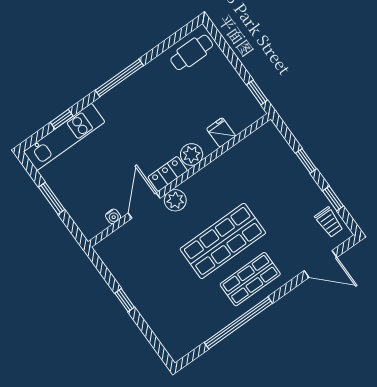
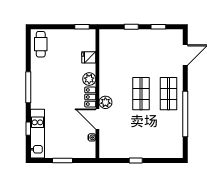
trolley: (329, 222) -> (168, 37), removed
shop shelf: (223, 241) -> (141, 94), width x0.70, depth x0.74

